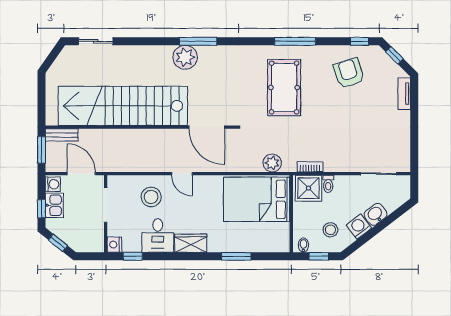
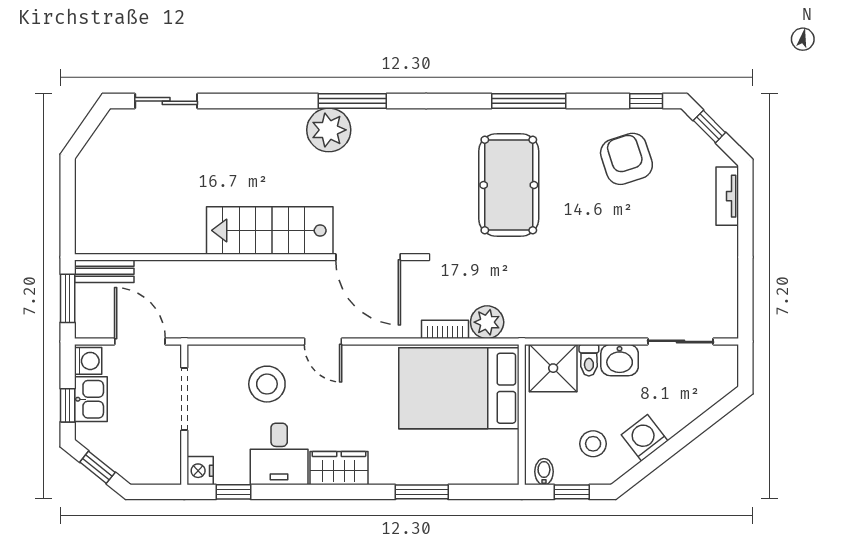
stairs: (123, 106) -> (270, 230), width x0.54, depth x0.66
bookcase: (310, 167) -> (445, 329), moved
washbasin: (376, 214) -> (620, 360), moved, turned -142

